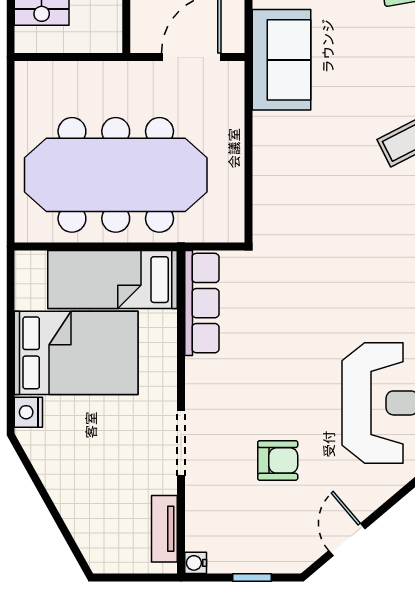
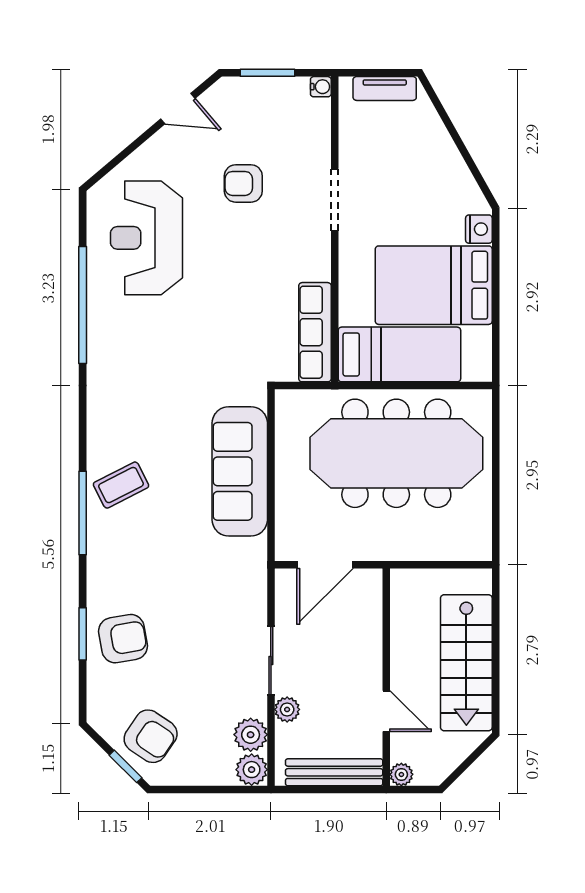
sofa: (281, 60) -> (240, 471), moved, width x1.36
tv unit: (164, 529) -> (385, 88), moved, turned 90
door: (347, 540) -> (178, 109), hinge flipped
window: (252, 578) -> (267, 73), width x1.50

